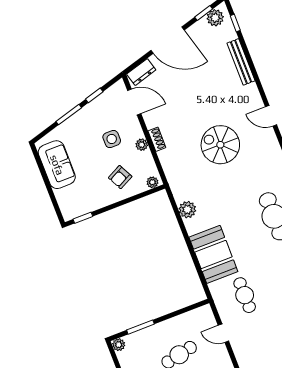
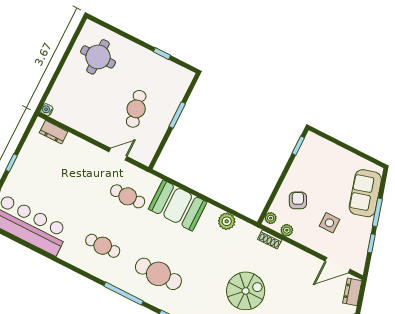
shoe rack: (157, 139) -> (270, 239), moved
plant: (142, 145) -> (287, 230), moved
sofa: (57, 165) -> (365, 193), moved, turned 74
window: (140, 327) -> (177, 115), moved
plant: (119, 345) -> (187, 76), removed

